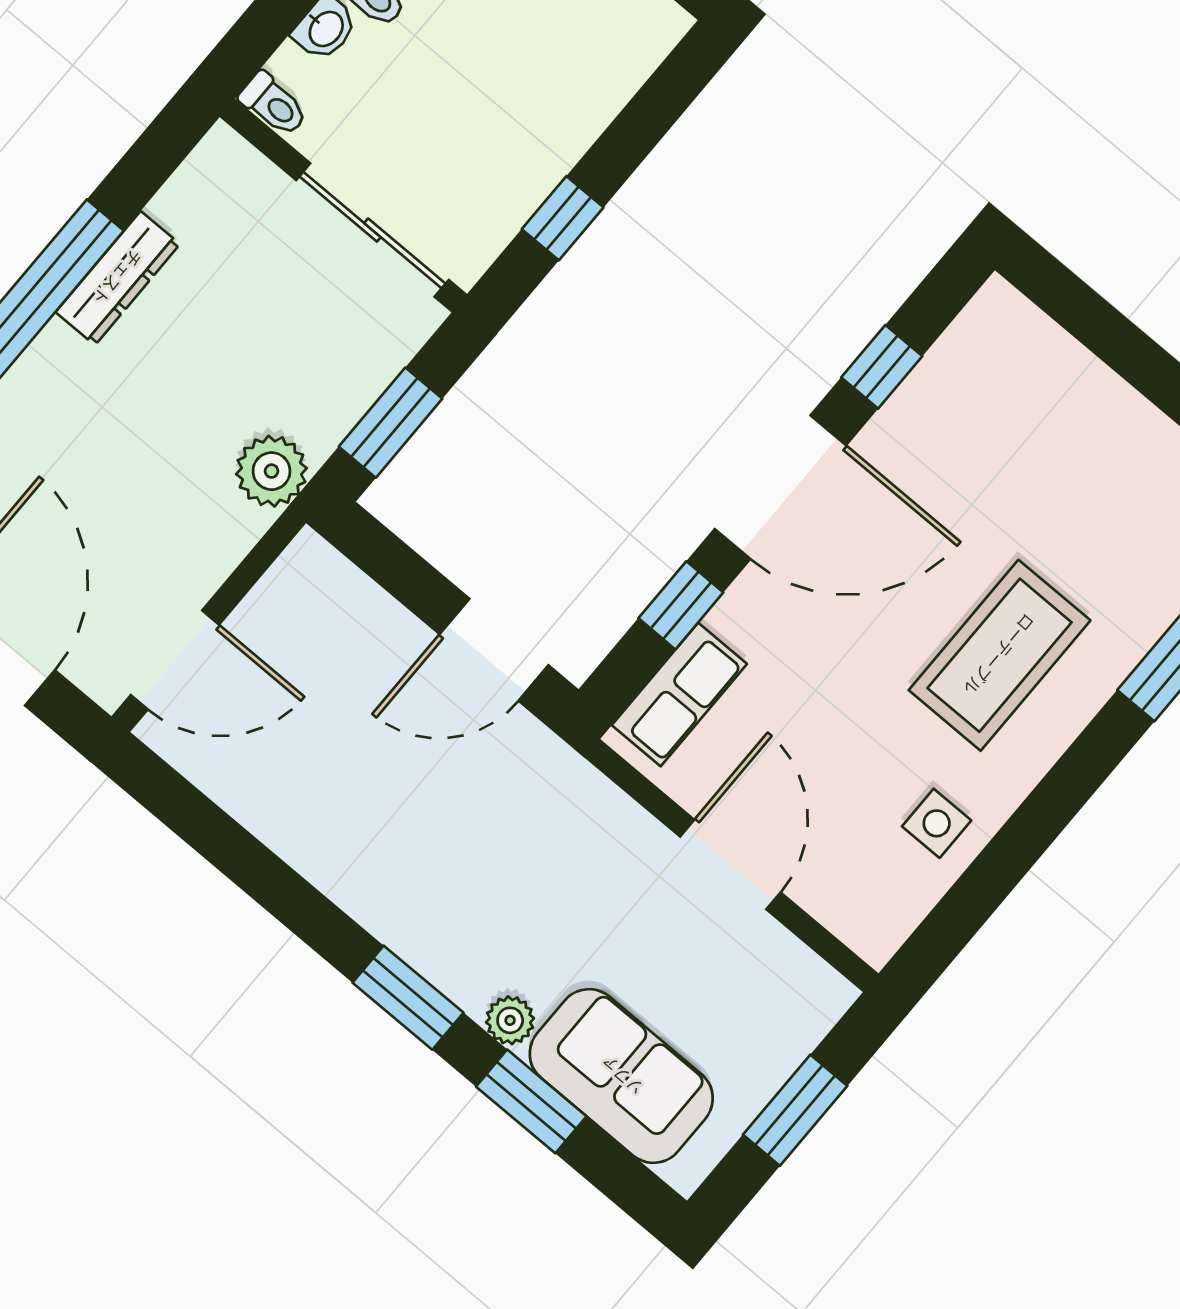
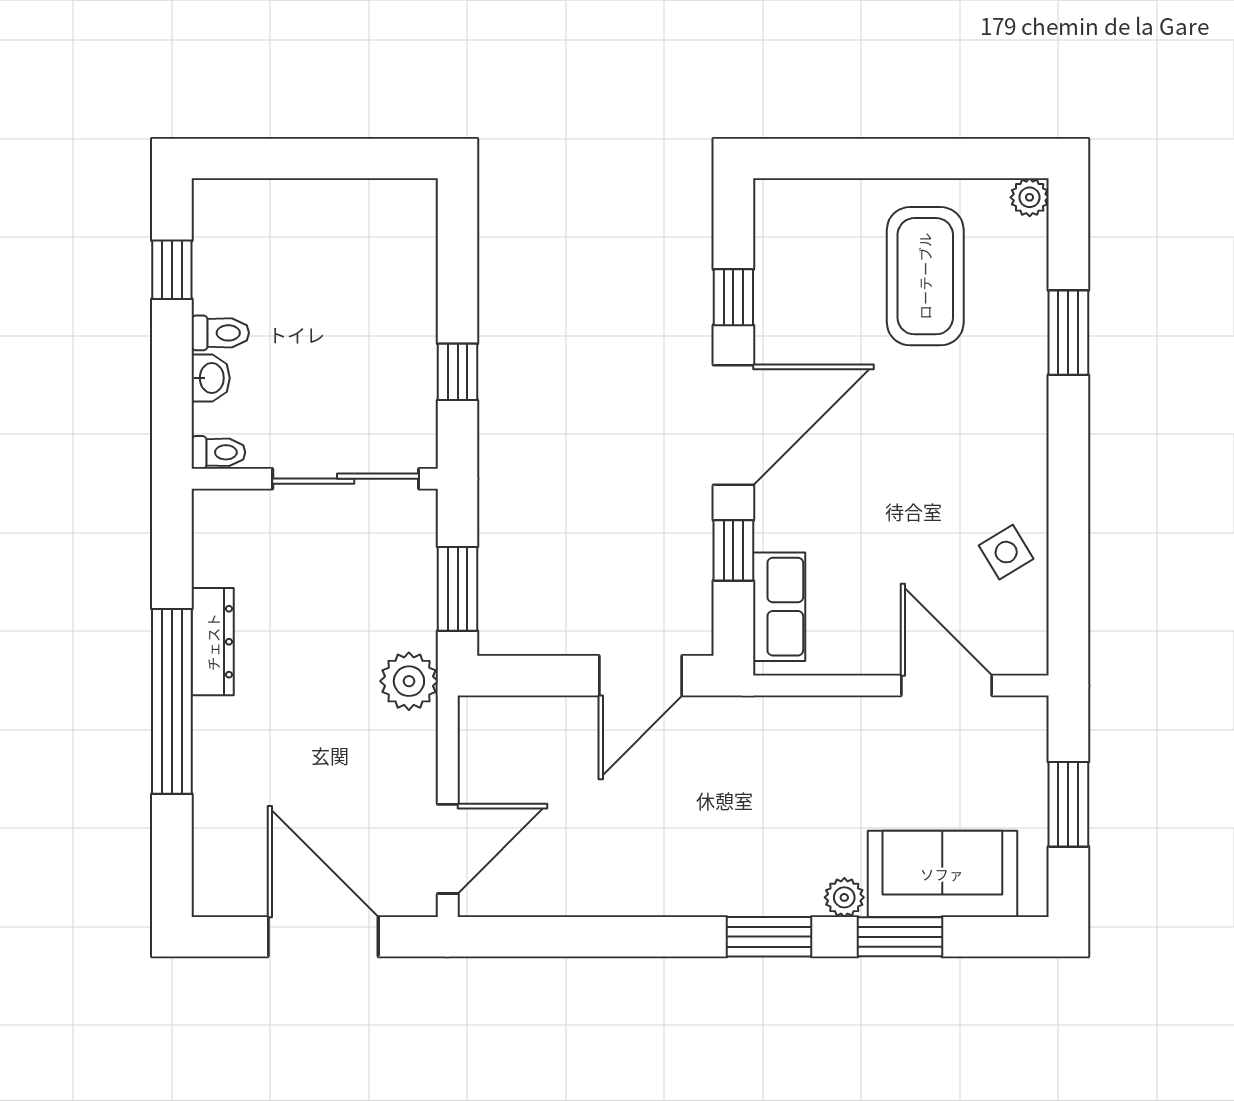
coffee table: (1000, 655) -> (925, 276), moved
side table: (937, 823) -> (1006, 552), turned -31
door: (730, 865) -> (947, 686), moved

